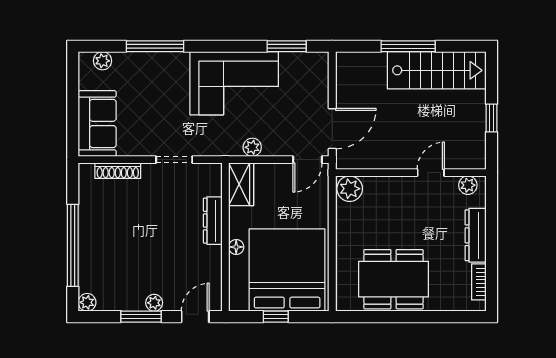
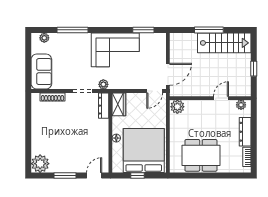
plant: (252, 147) -> (103, 84), moved
dresser: (213, 221) -> (104, 106), moved
window: (73, 245) -> (28, 137), removed
plant: (87, 302) -> (40, 164), width x1.87, depth x1.87
plant: (154, 303) -> (72, 168), removed

